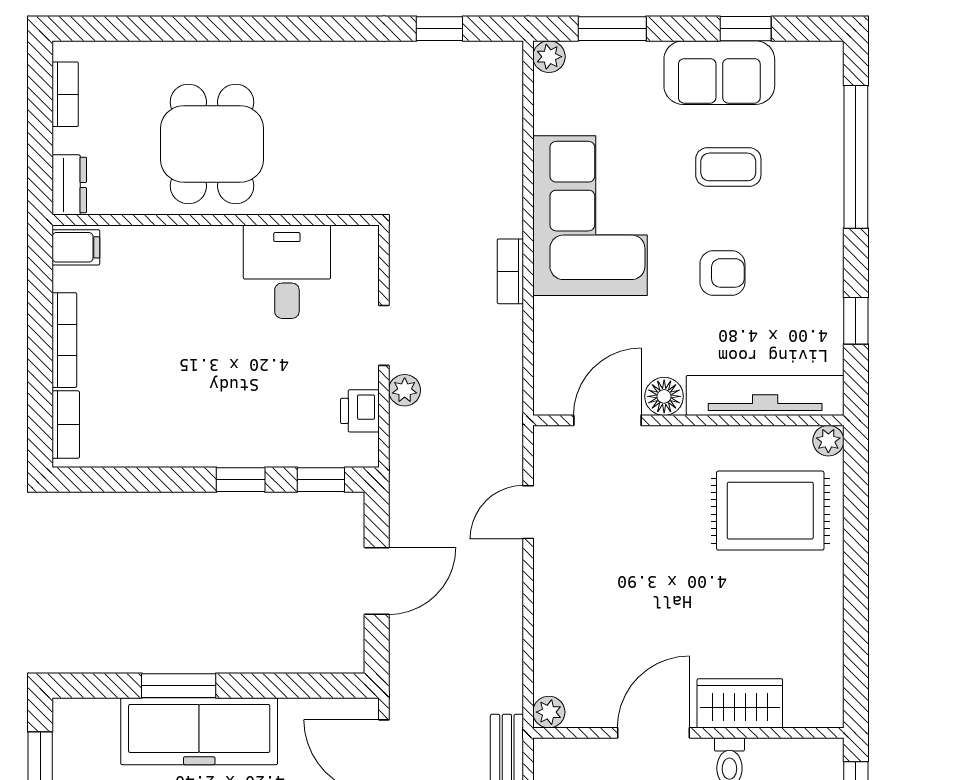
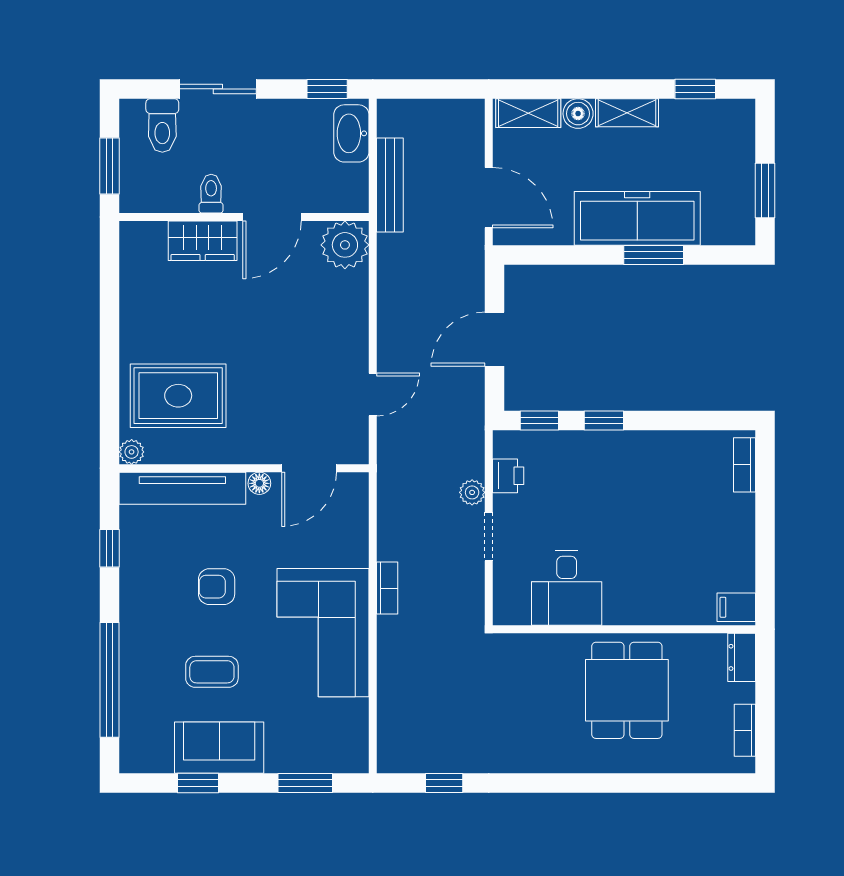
plant: (549, 57) -> (356, 761), removed
bookcase: (64, 340) -> (746, 533), removed
floor lamp: (664, 396) -> (259, 483), width x0.73, depth x0.73
plant: (549, 712) -> (345, 245), width x1.88, depth x1.88

